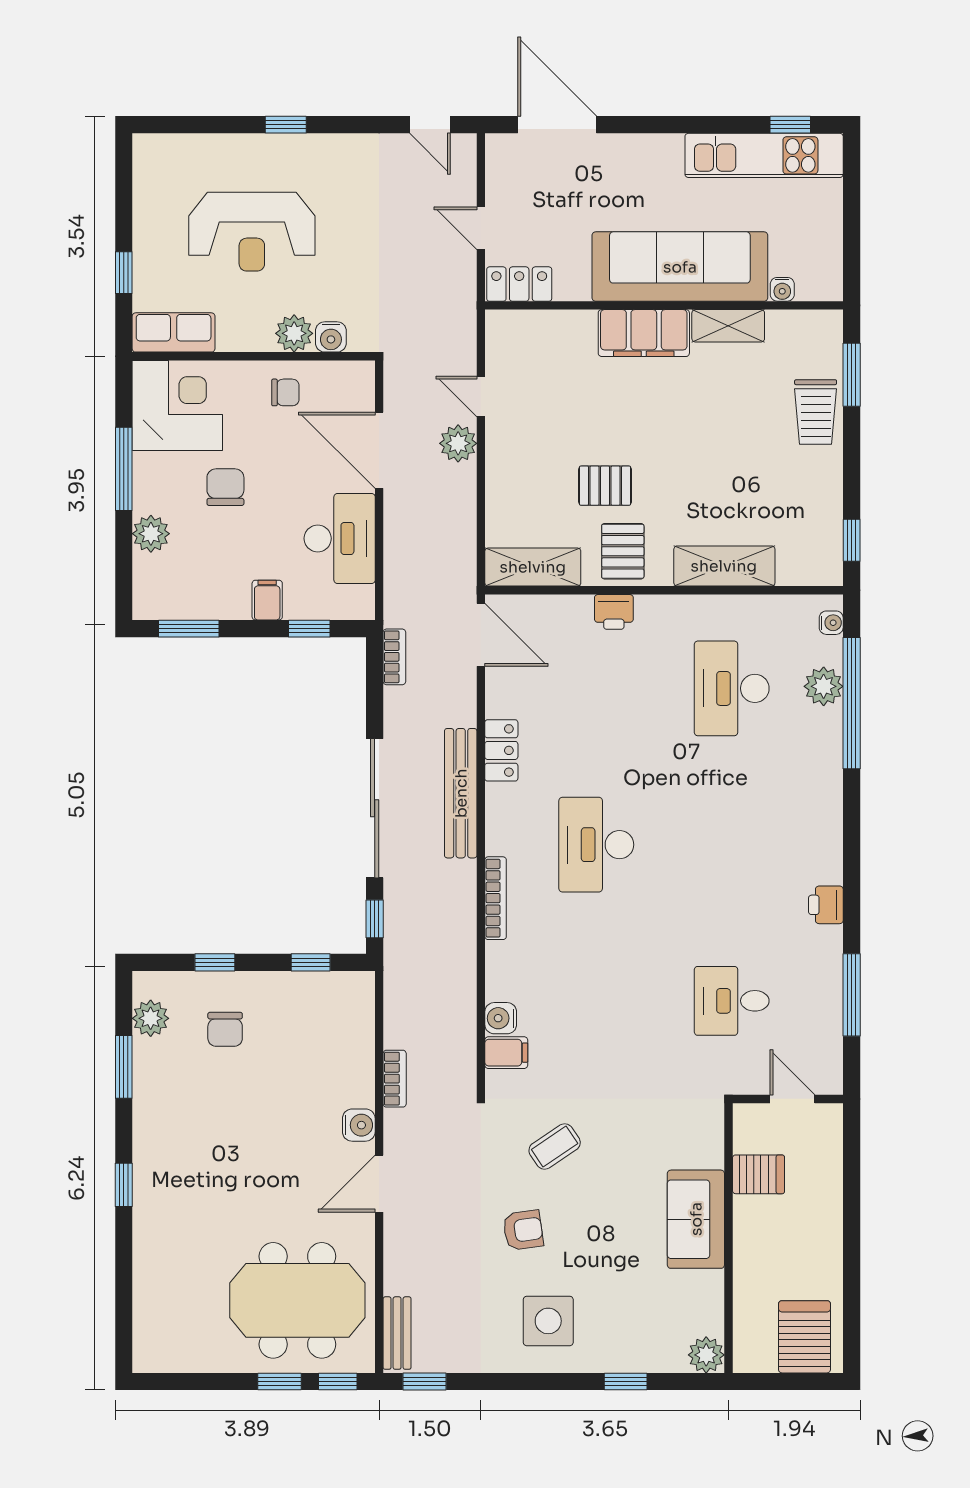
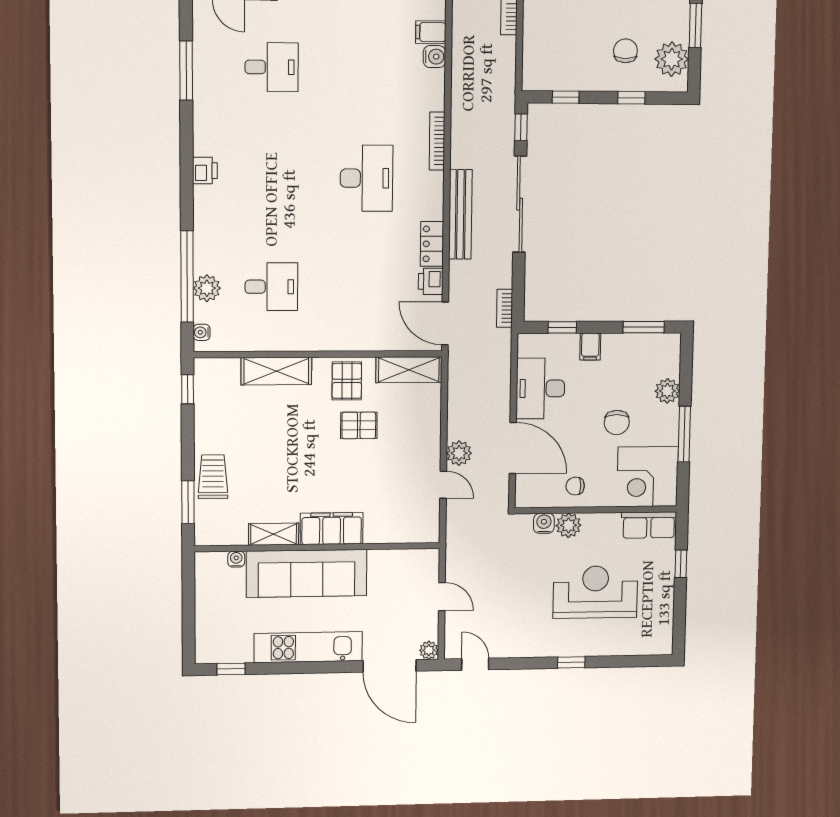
plant: (499, 147) -> (429, 650), added
kitchen unit: (764, 155) -> (308, 647), moved
locker: (519, 284) -> (416, 560), removed
printer: (614, 612) -> (431, 281), moved, turned -90
desk: (732, 688) -> (271, 287), width x0.73
printer: (826, 905) -> (205, 170), moved
plant: (151, 1018) -> (672, 59), width x1.36, depth x1.36

